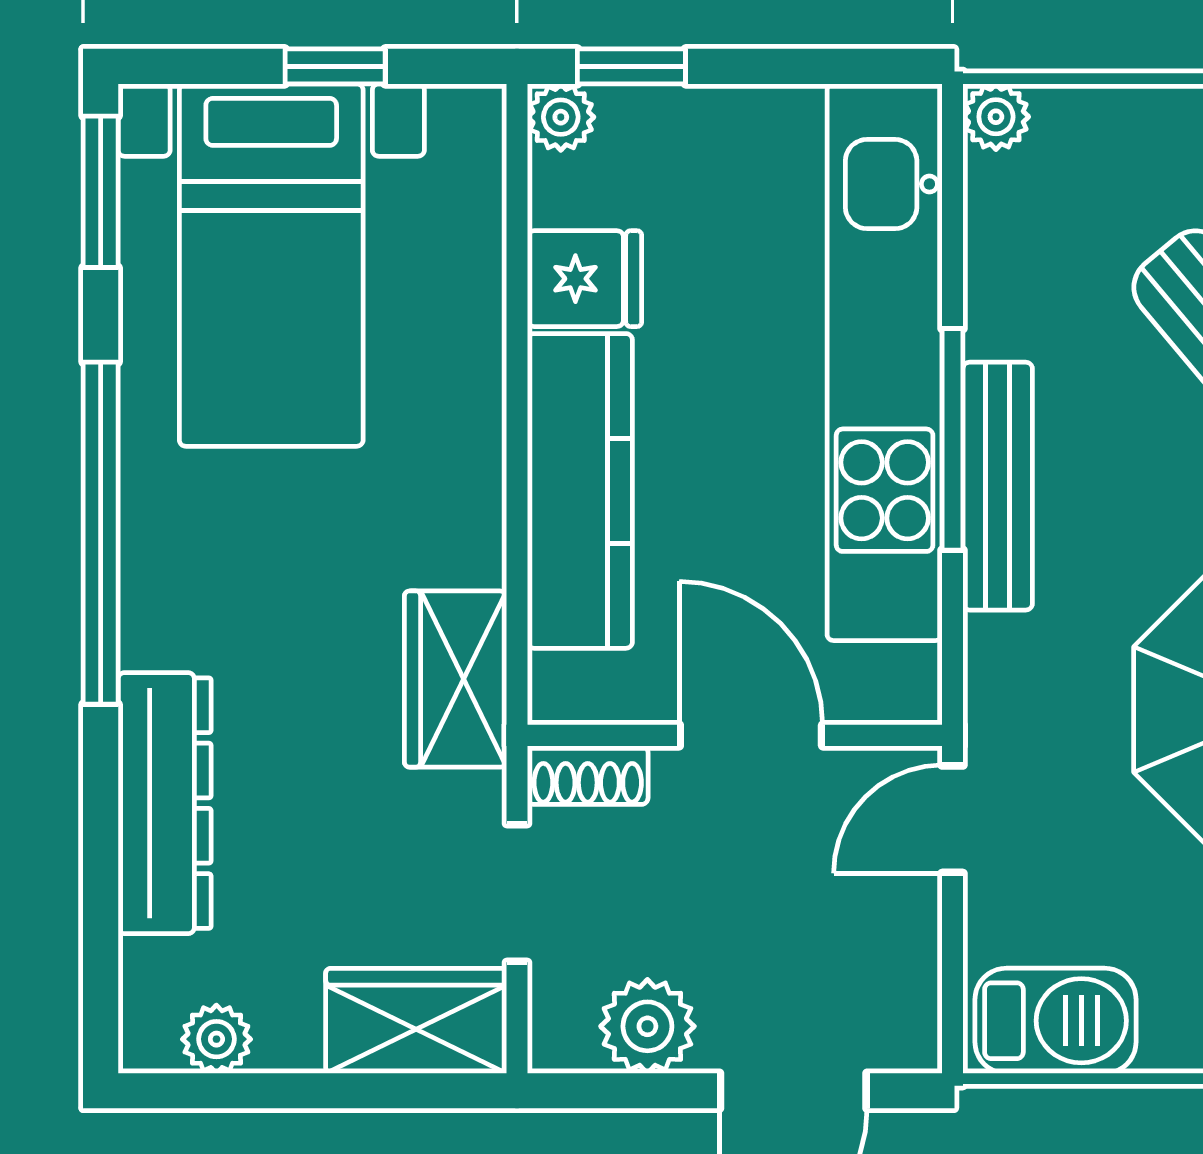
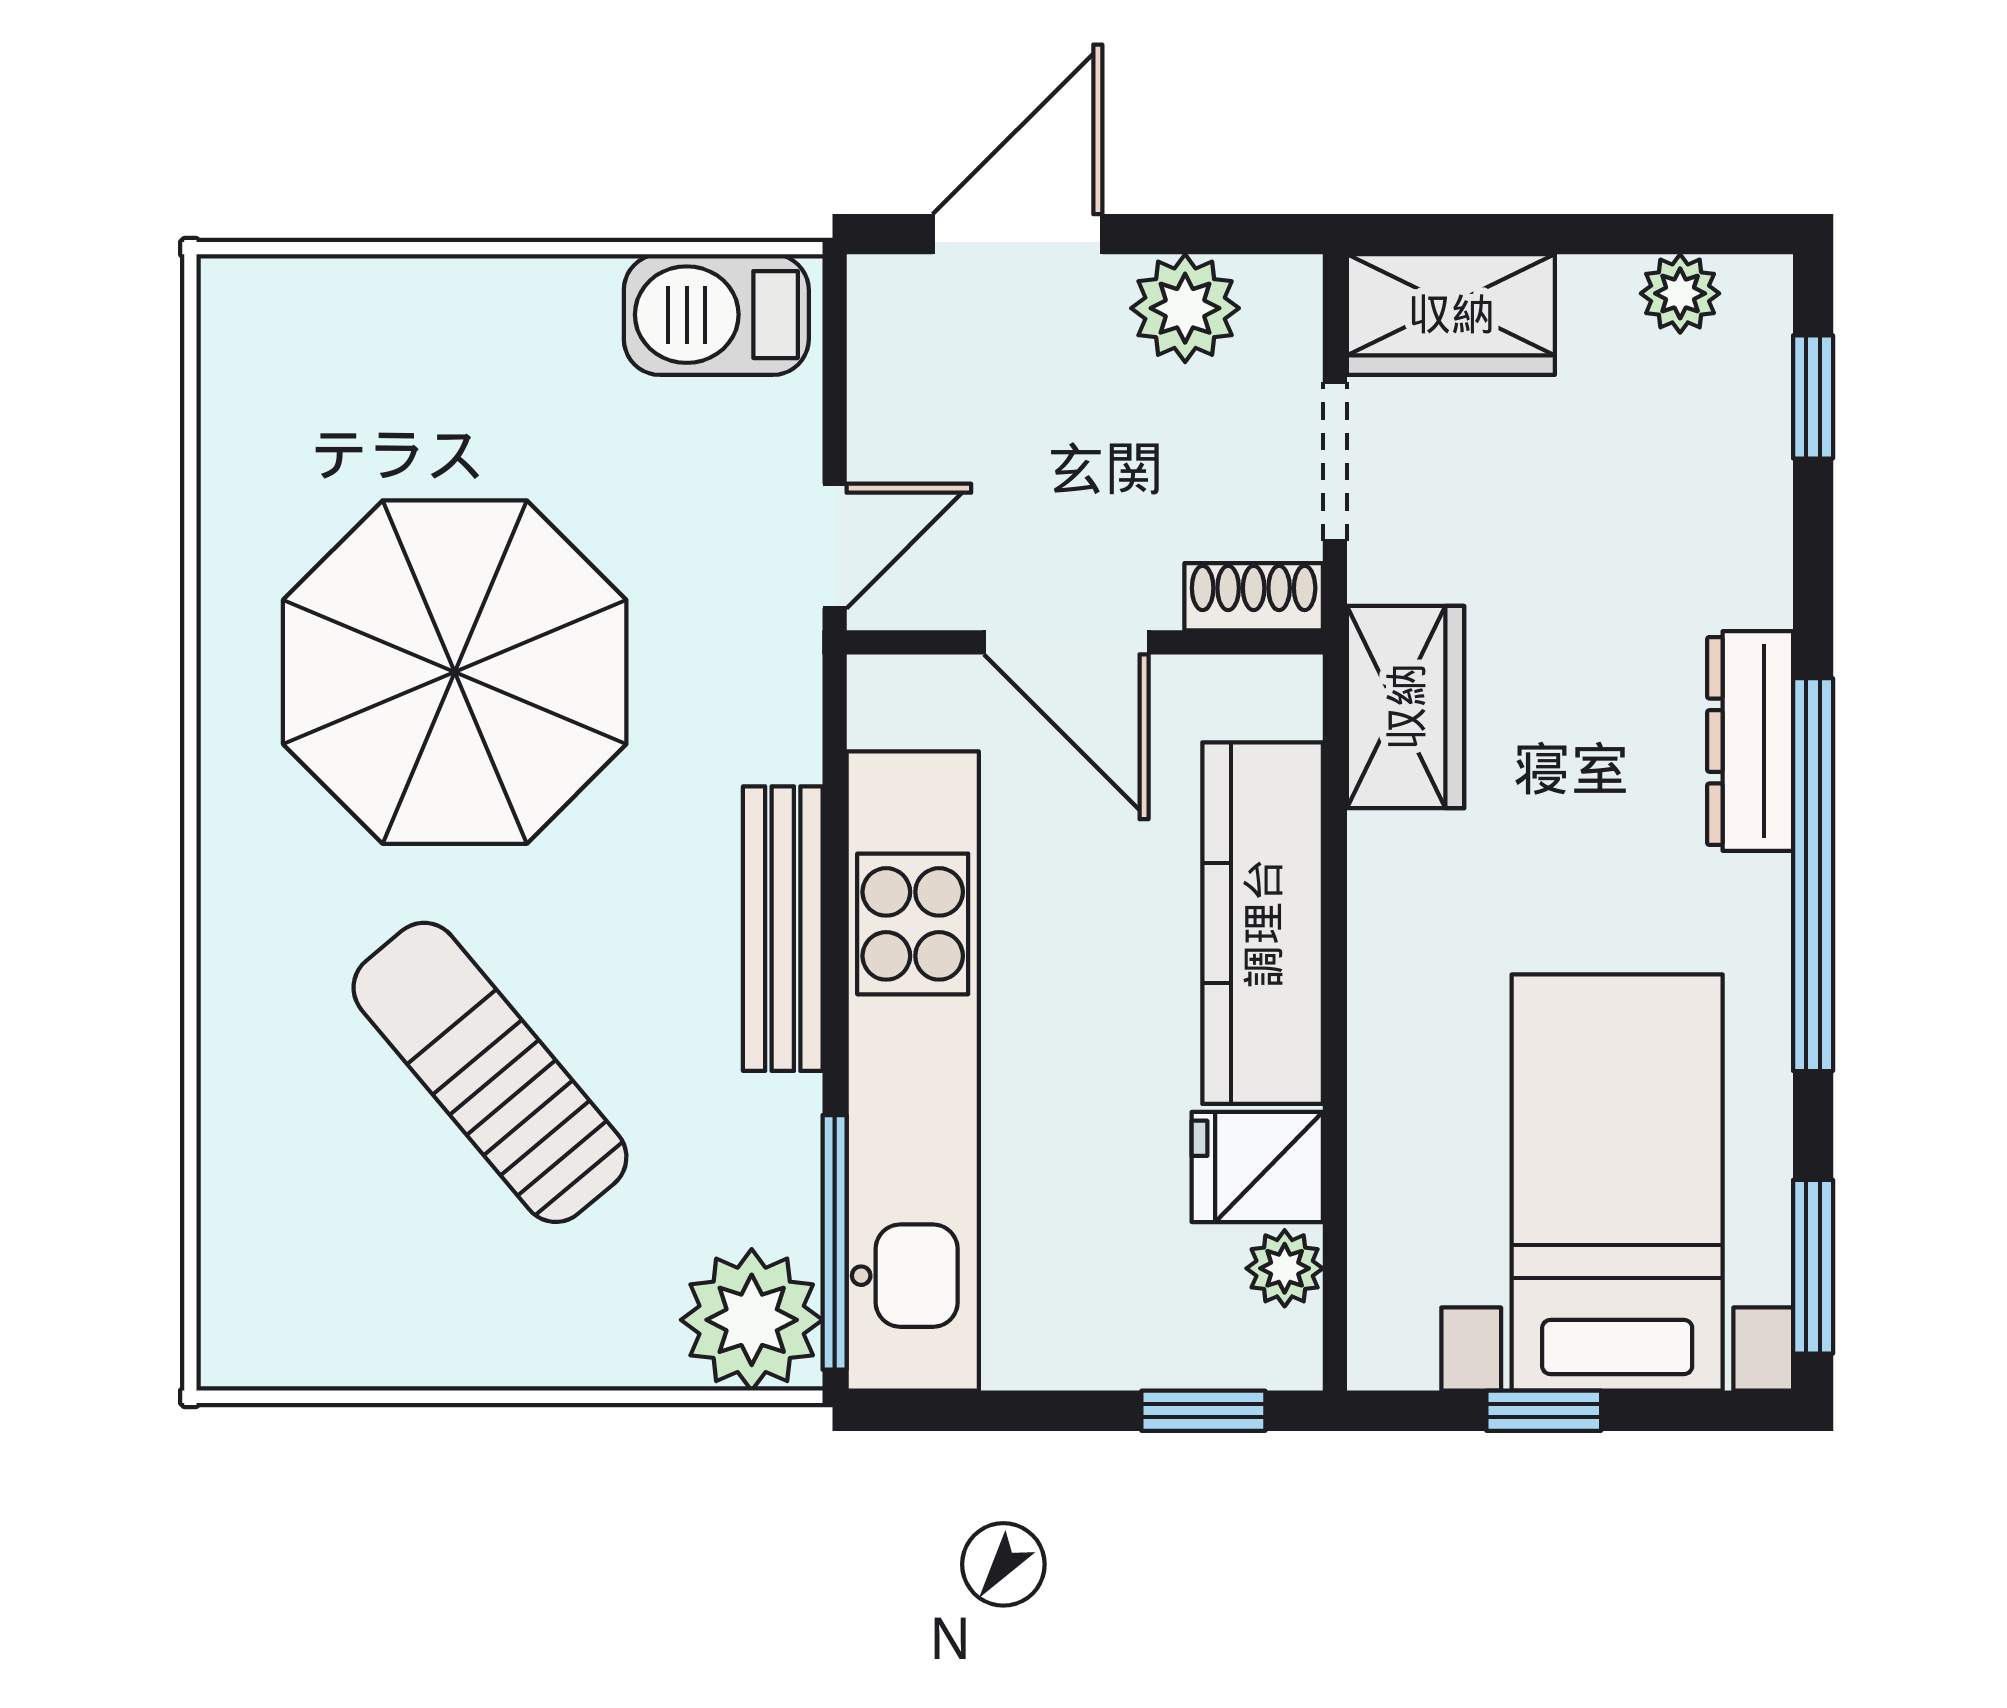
plant: (561, 117) -> (1285, 1268), moved
plant: (996, 117) -> (752, 1320), width x1.87, depth x1.87
window: (953, 439) -> (835, 1242), moved
dresser: (165, 803) -> (1750, 741), moved, width x0.73, depth x0.80
window: (101, 949) -> (1813, 397), added

